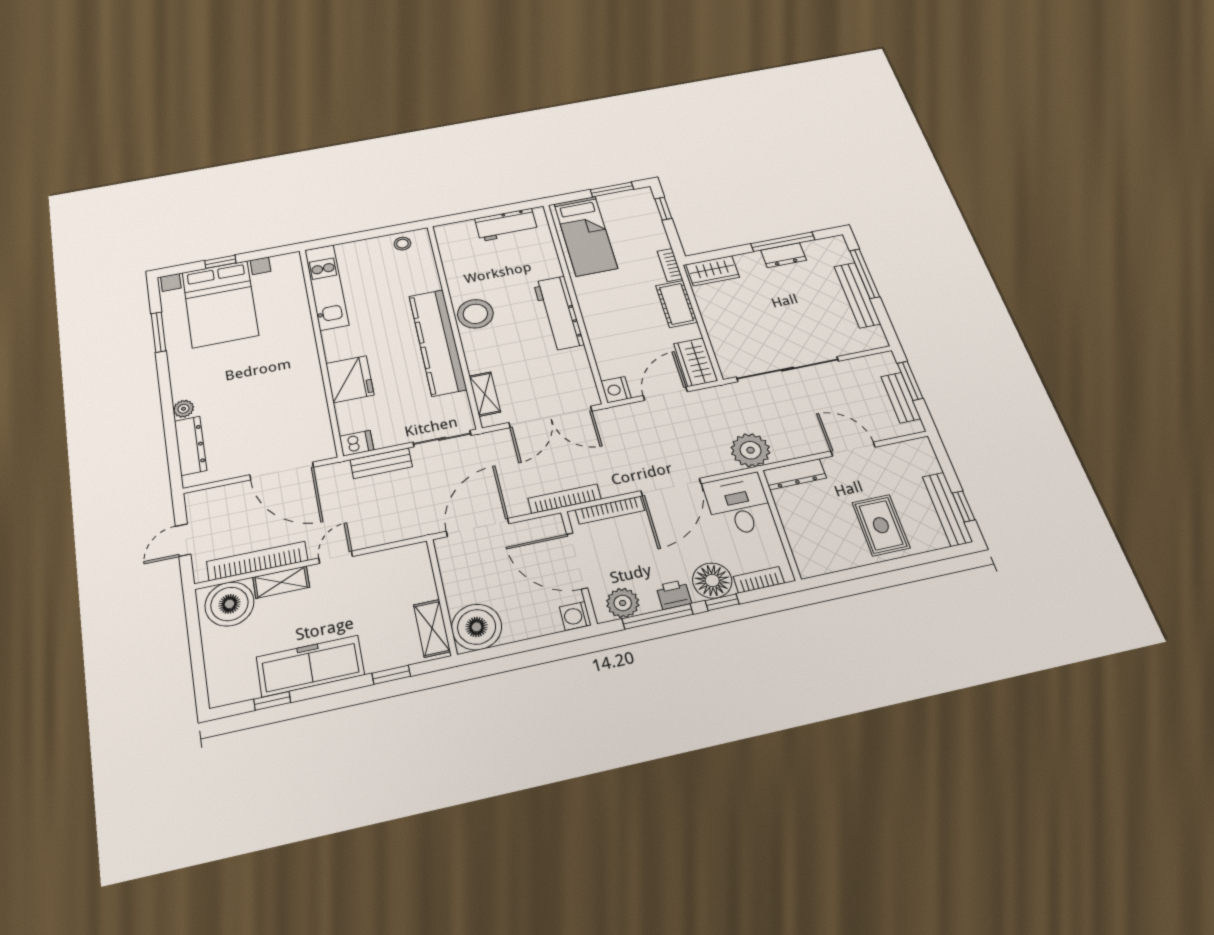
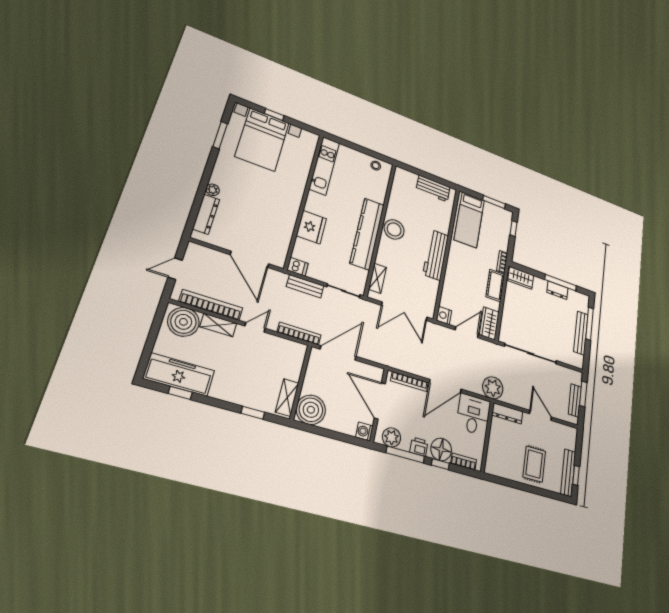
bookcase: (564, 499) -> (299, 334), moved
freezer: (310, 666) -> (179, 375), moved

